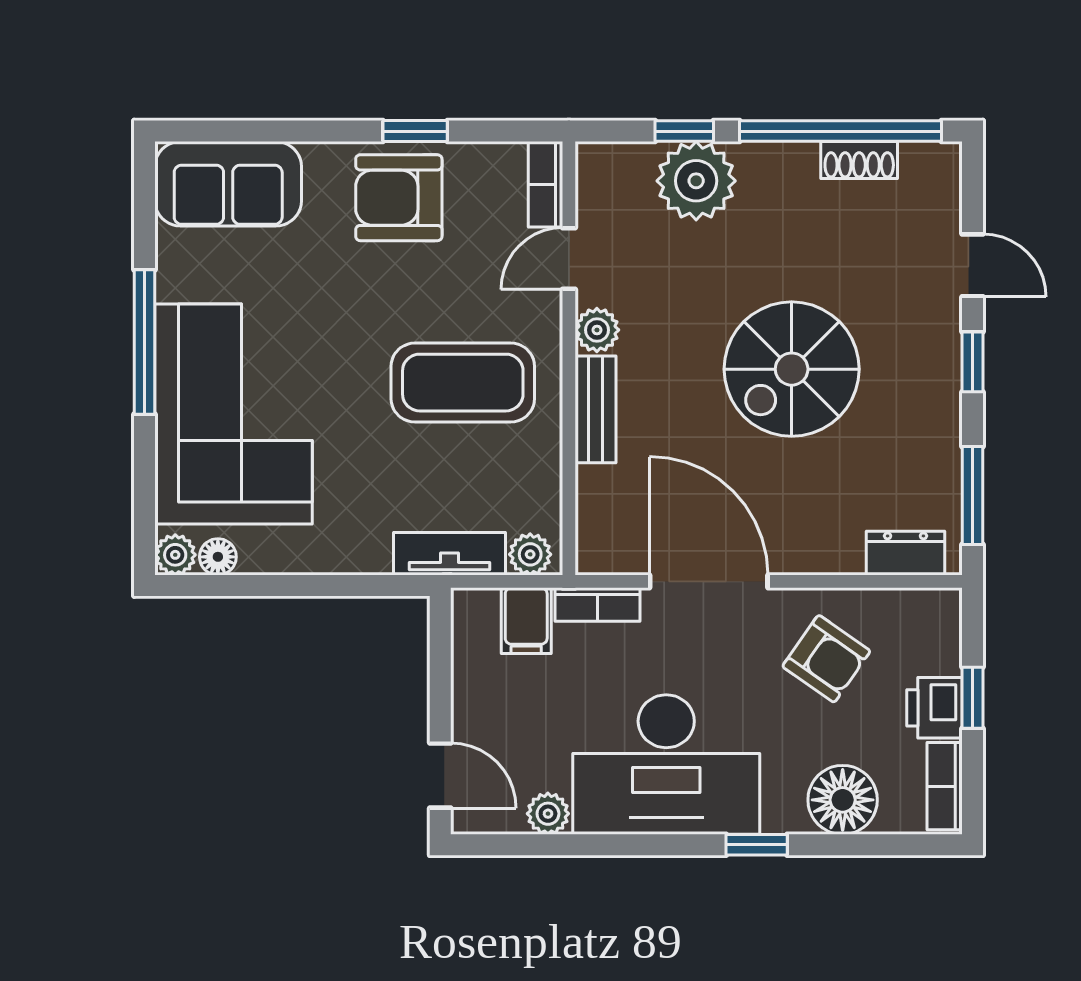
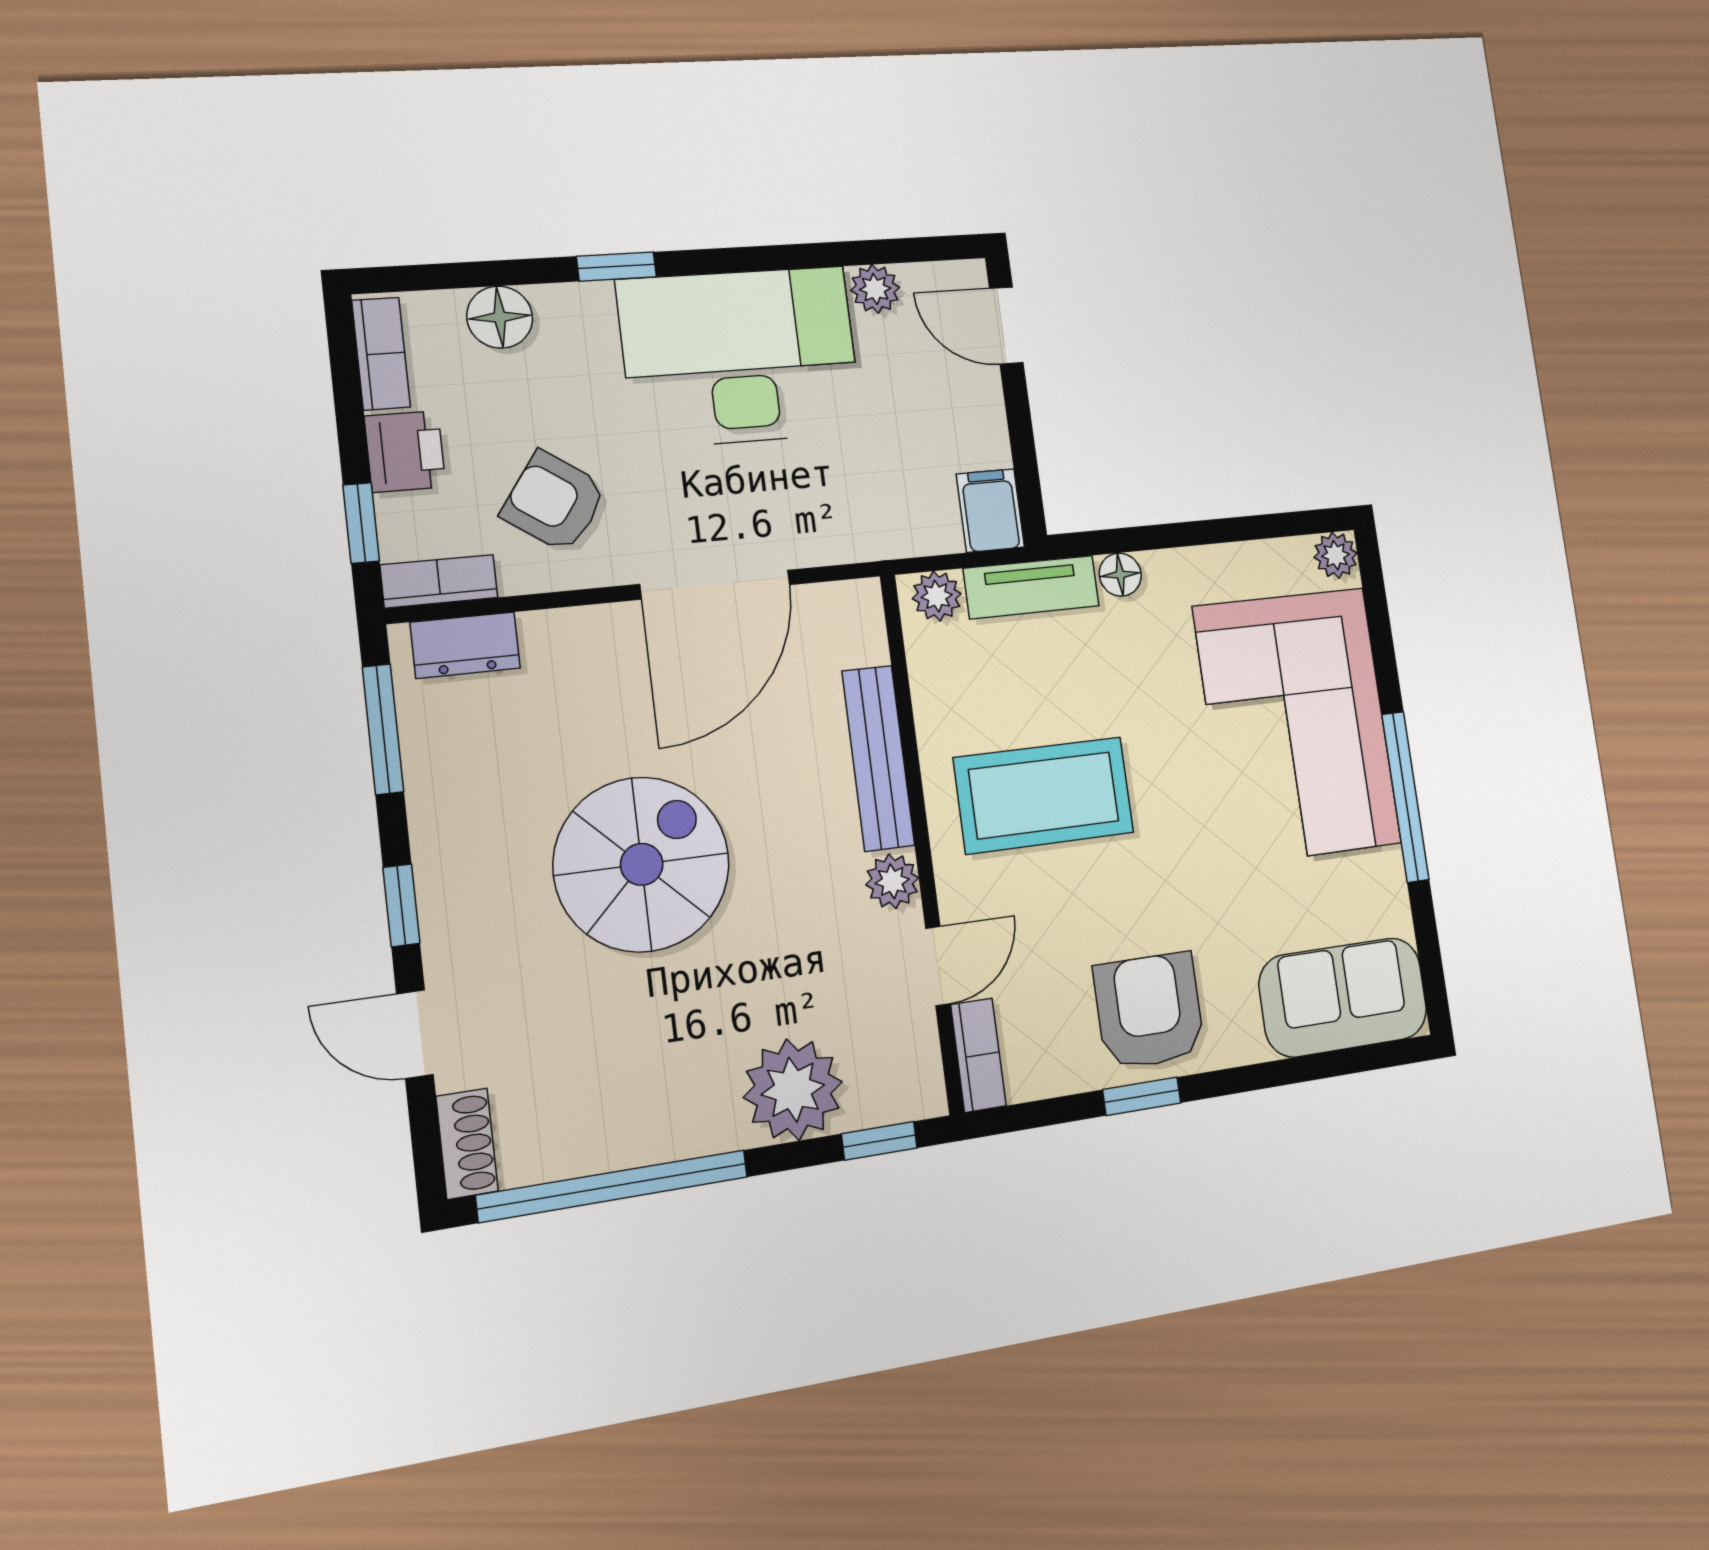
window: (684, 131) -> (879, 1141), moved
shoe rack: (859, 160) -> (467, 1144), moved, turned 90
armchair: (399, 198) -> (1149, 1011), turned -90
bench: (596, 409) -> (878, 758), width x1.36
floor lamp: (218, 557) -> (1120, 575), moved
door: (709, 581) -> (715, 585), hinge flipped
bookcase: (597, 604) -> (439, 581), moved
filing cabinet: (526, 621) -> (990, 511), moved
window: (972, 698) -> (361, 523), moved
floor lamp: (843, 800) -> (500, 317), width x0.73, depth x0.73

